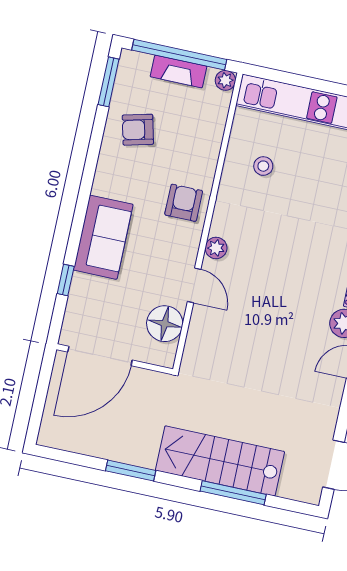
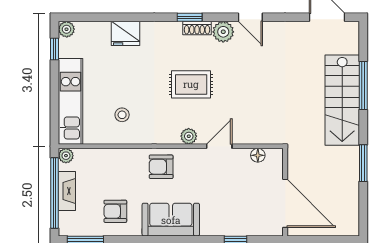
armchair: (138, 130) -> (115, 211), turned 104
sofa: (103, 237) -> (171, 220), moved
rug: (284, 266) -> (191, 84), added
floor lamp: (165, 324) -> (258, 155), width x0.53, depth x0.53

